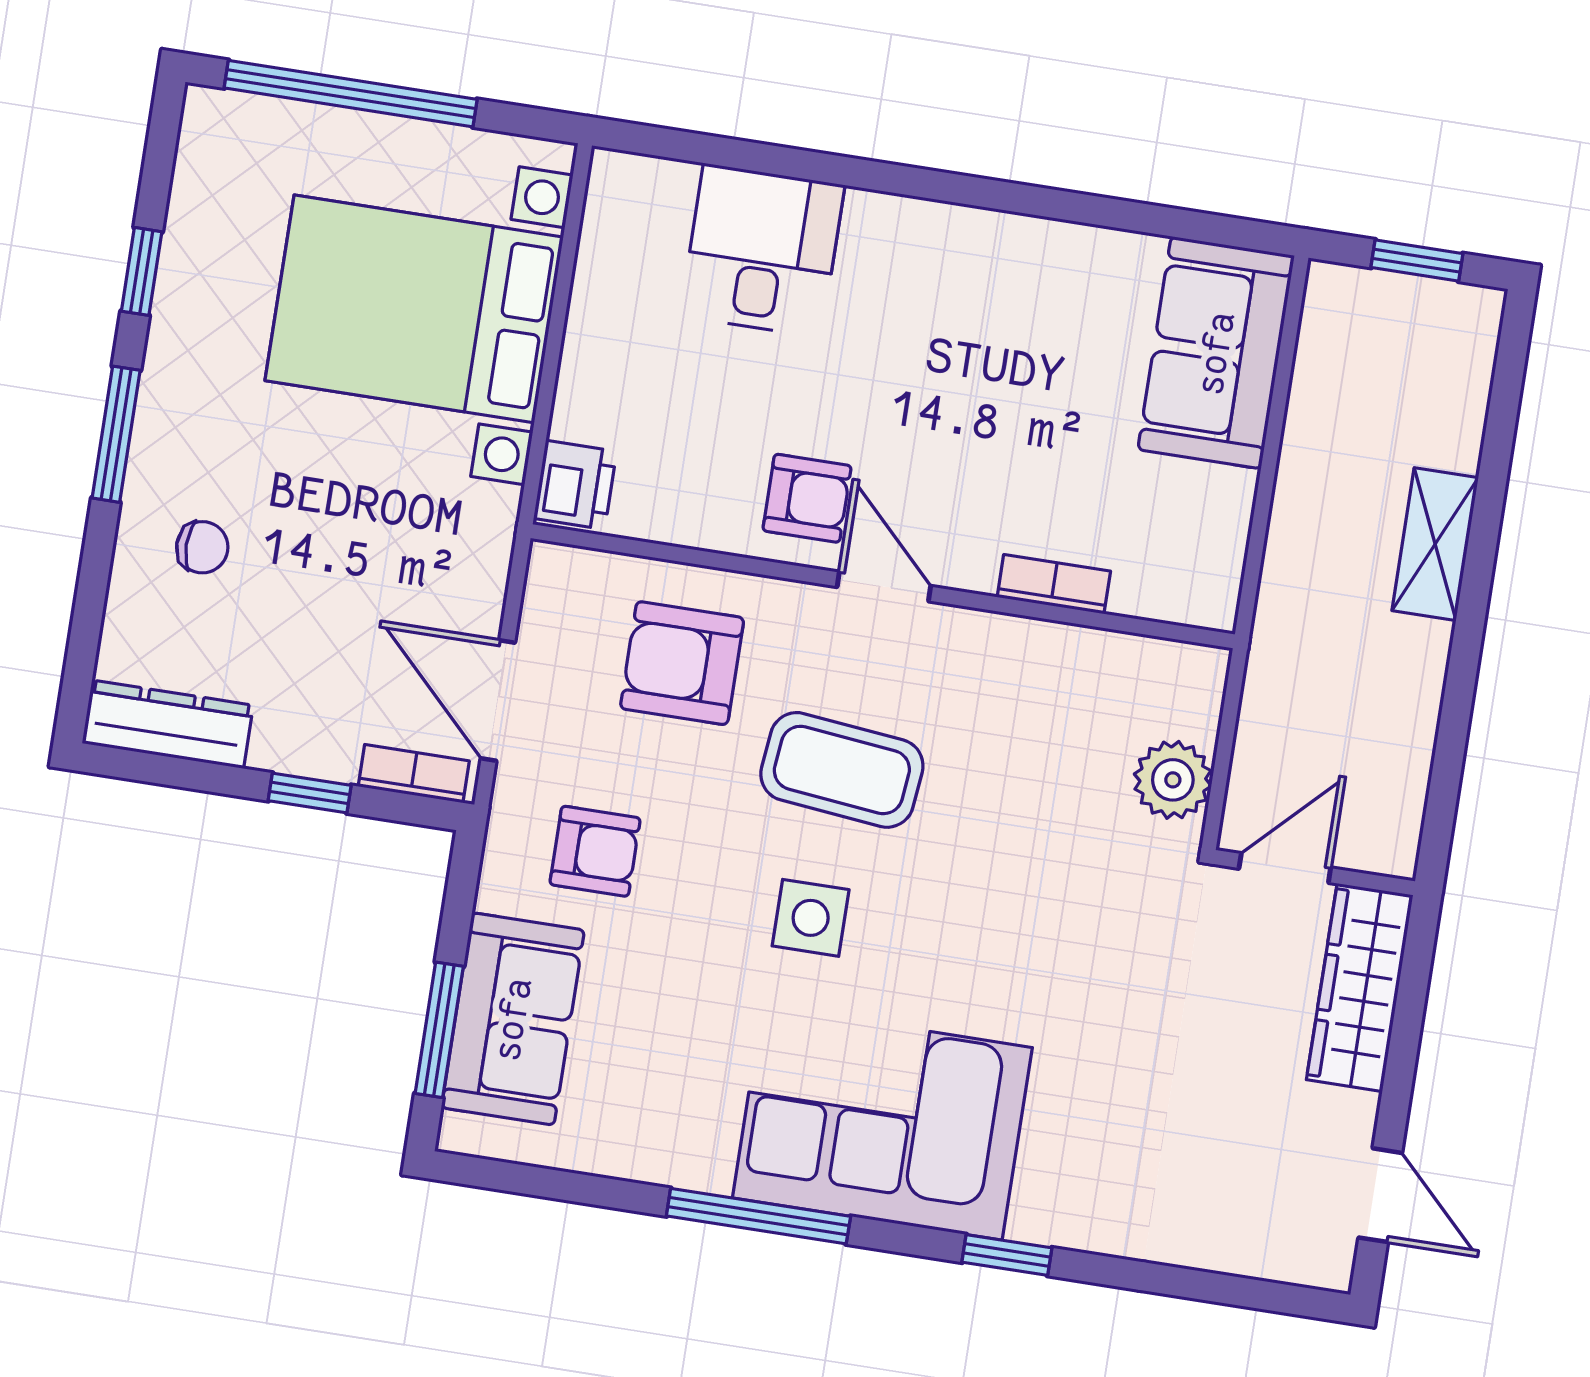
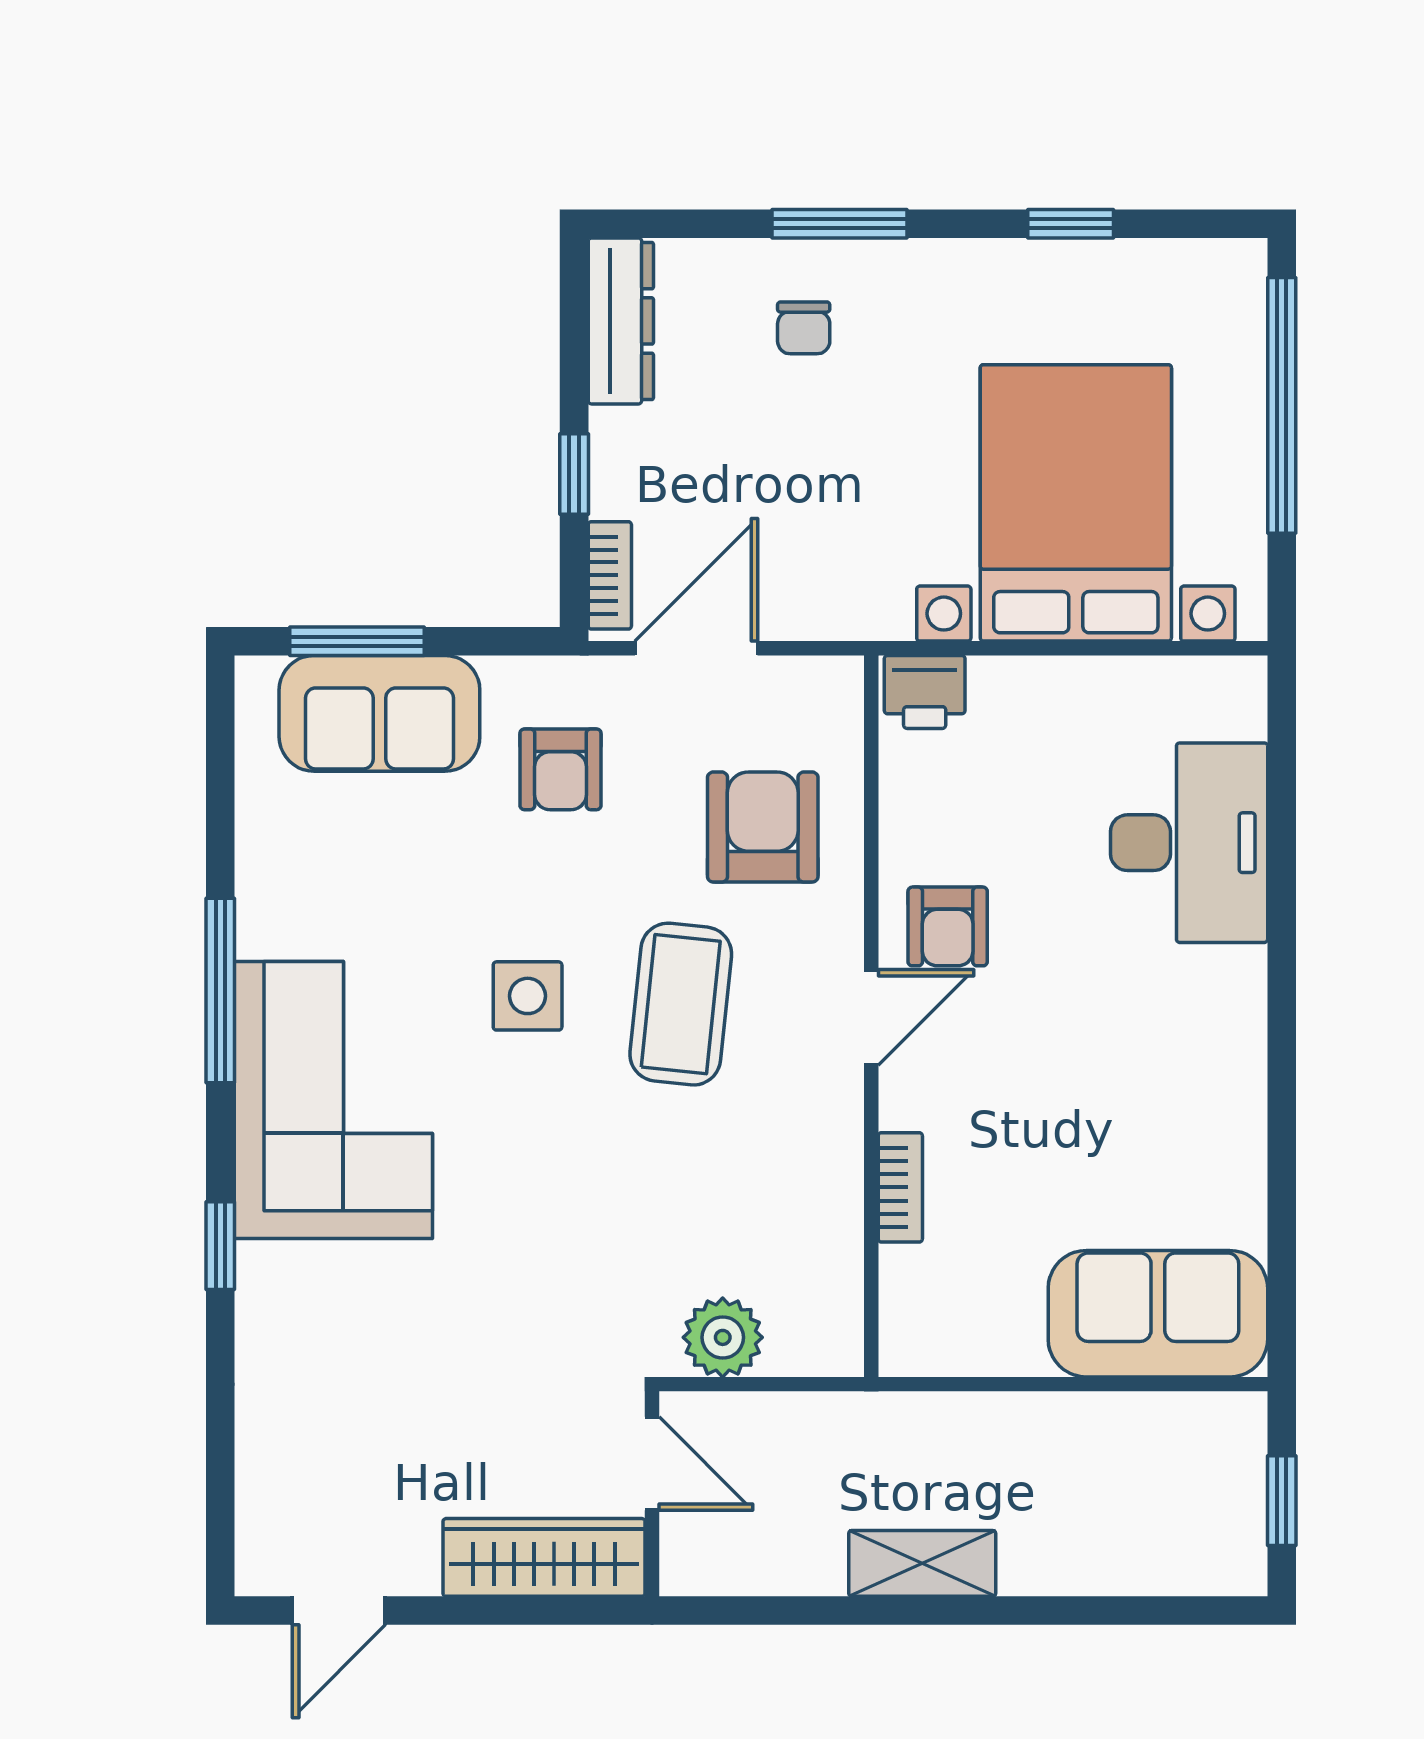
desk: (762, 250) -> (1189, 843), width x1.37
window: (116, 434) -> (840, 224), moved
shelving: (1435, 544) -> (922, 1563), moved

